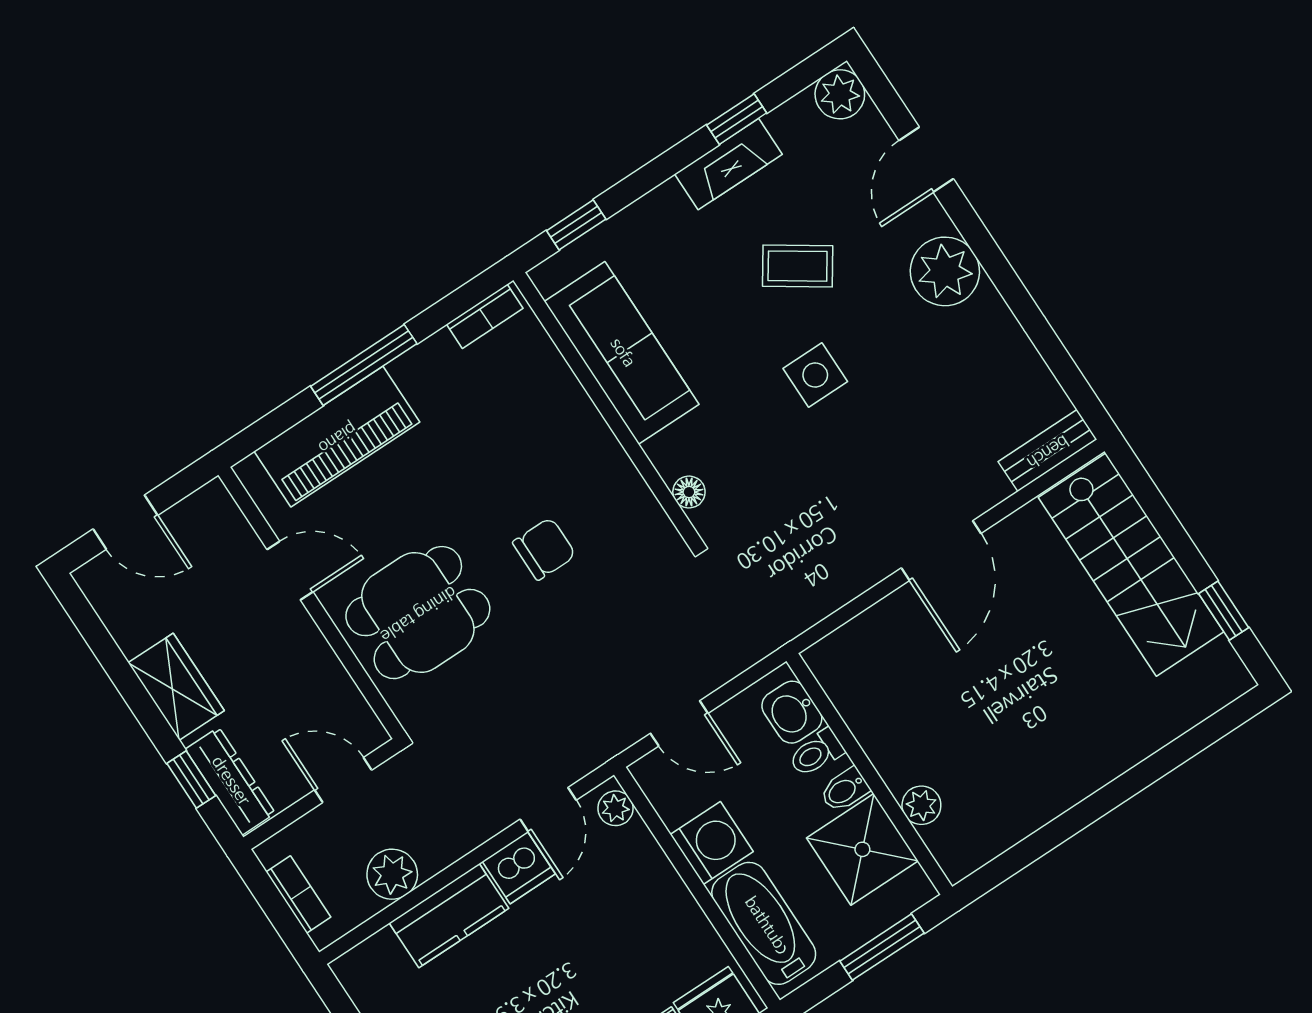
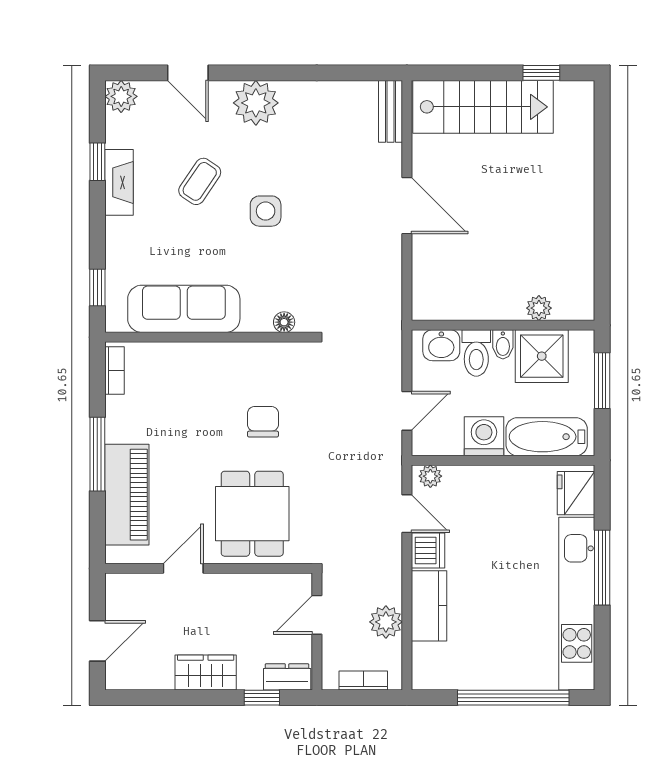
toilet: (816, 753) -> (476, 353), width x1.37, depth x1.39
dresser: (230, 781) -> (287, 677), width x0.70

